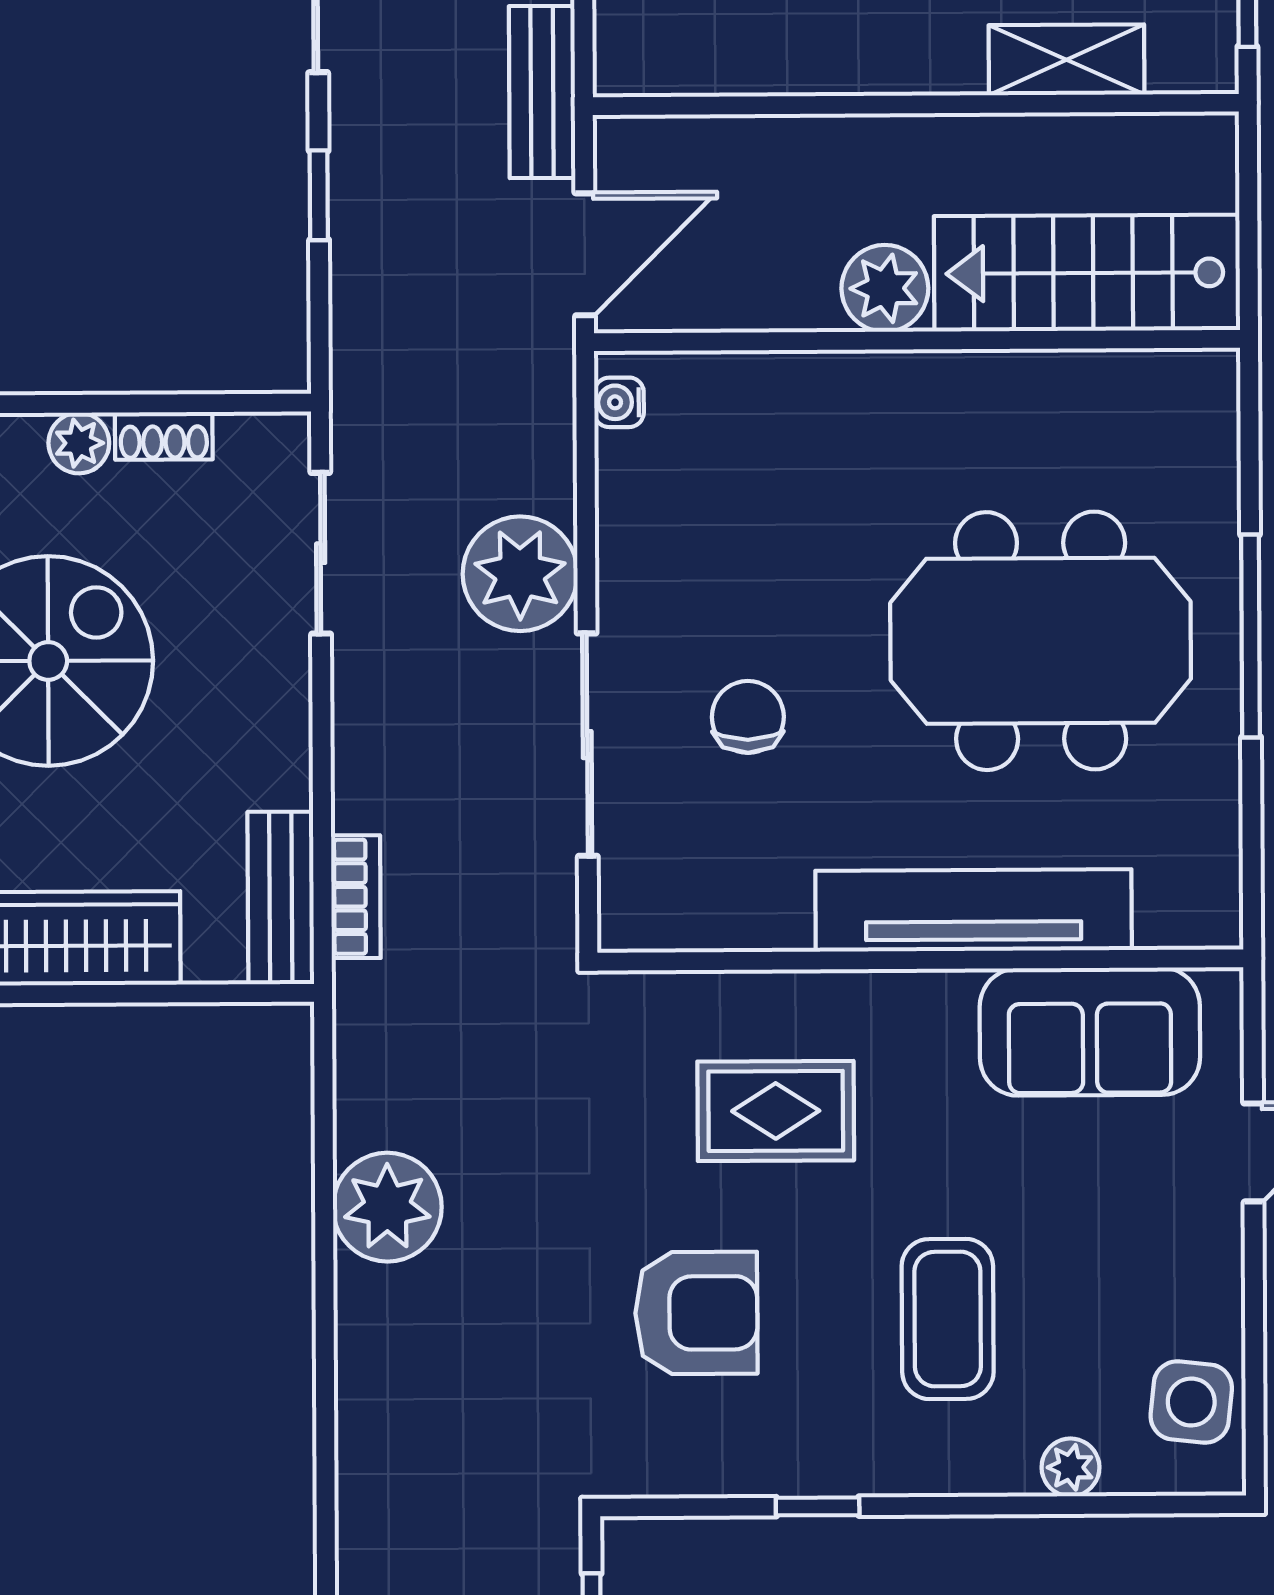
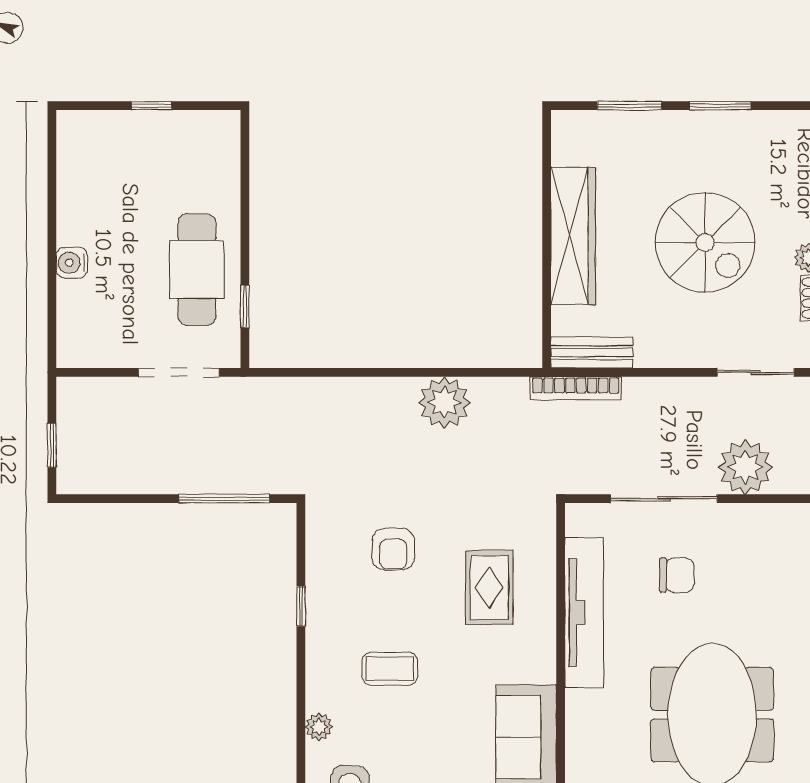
bookcase: (356, 897) -> (576, 388), width x1.56
tv unit: (974, 910) -> (584, 613), moved
armchair: (696, 1313) -> (393, 549), width x0.72, depth x0.72
coffee table: (948, 1319) -> (390, 669), width x0.73, depth x0.77

